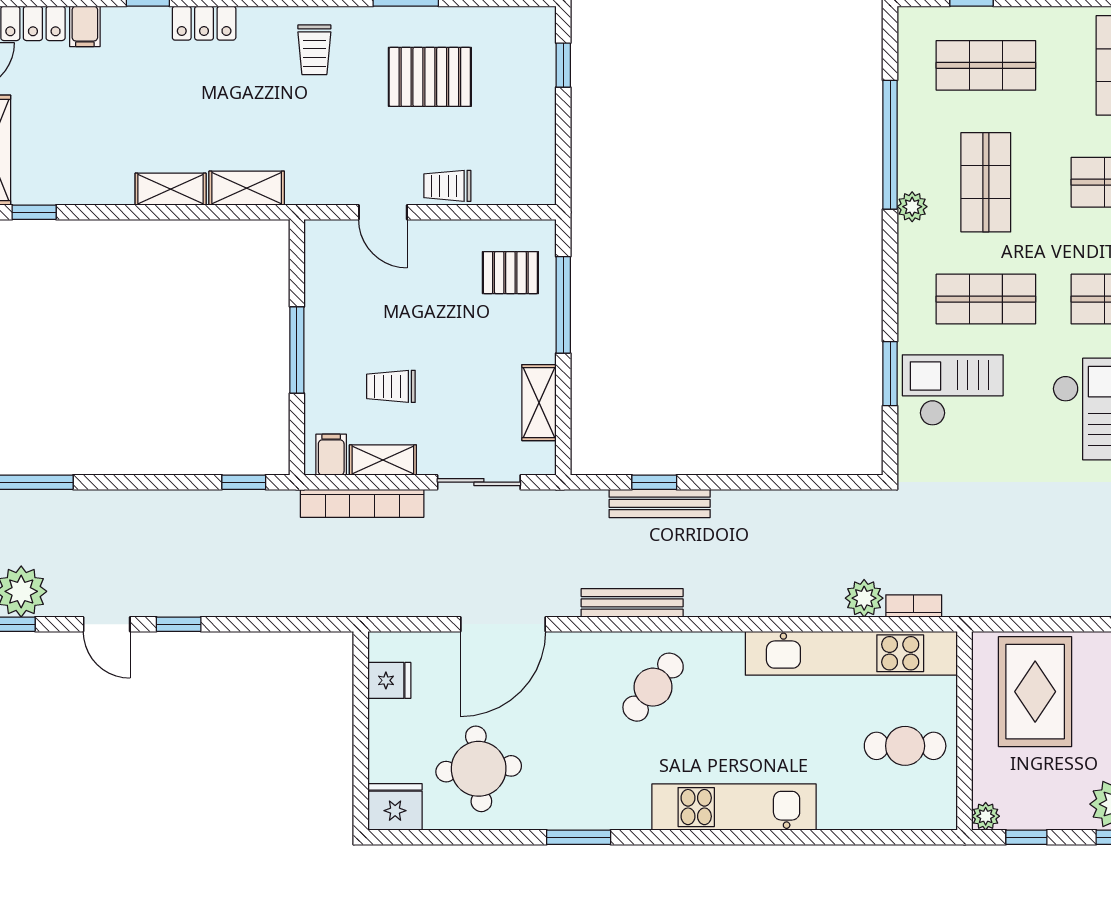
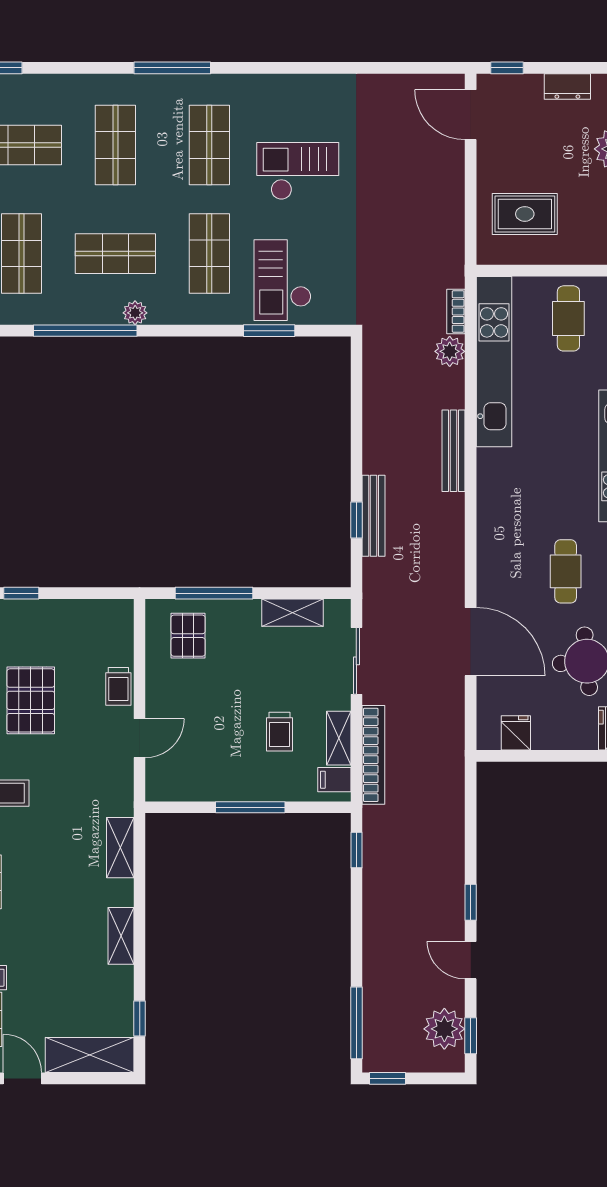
shelving: (171, 189) -> (121, 936), moved
bench: (632, 603) -> (453, 451), moved
door: (107, 624) -> (471, 960), swing flipped
cafe table: (653, 687) -> (566, 571), moved, turned 51
rug: (1035, 692) -> (525, 214), width x0.73, depth x0.70

